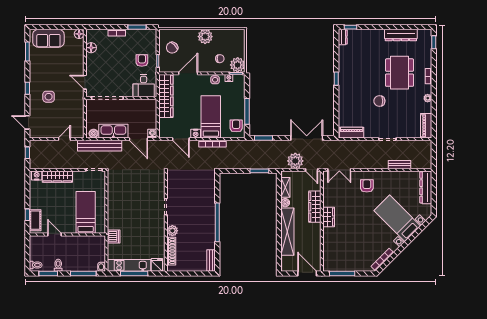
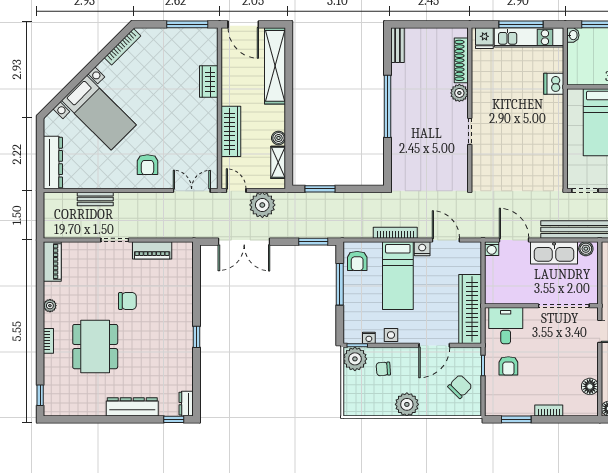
dresser: (401, 35) -> (132, 407), moved
piano: (352, 133) -> (152, 250), moved
wardrobe: (329, 217) -> (209, 82), moved
shelving: (287, 232) -> (275, 66), moved

